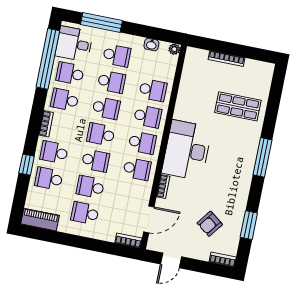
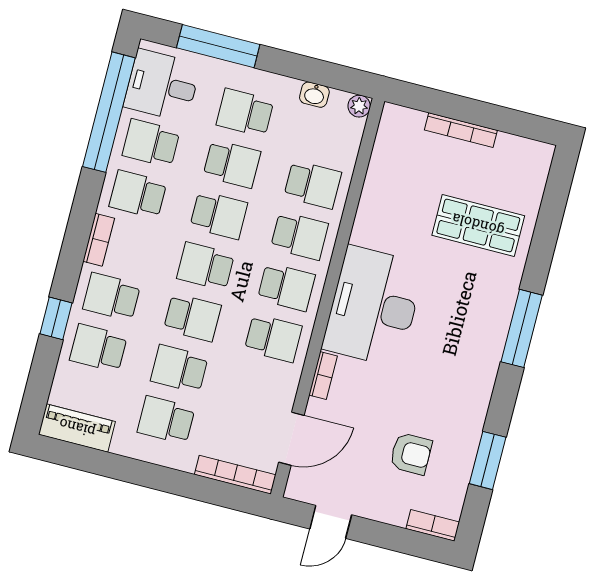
school desk: (117, 55) -> (245, 113), turned 180
armchair: (210, 224) -> (411, 454), turned -127
bookcase: (128, 240) -> (235, 475), width x1.56

